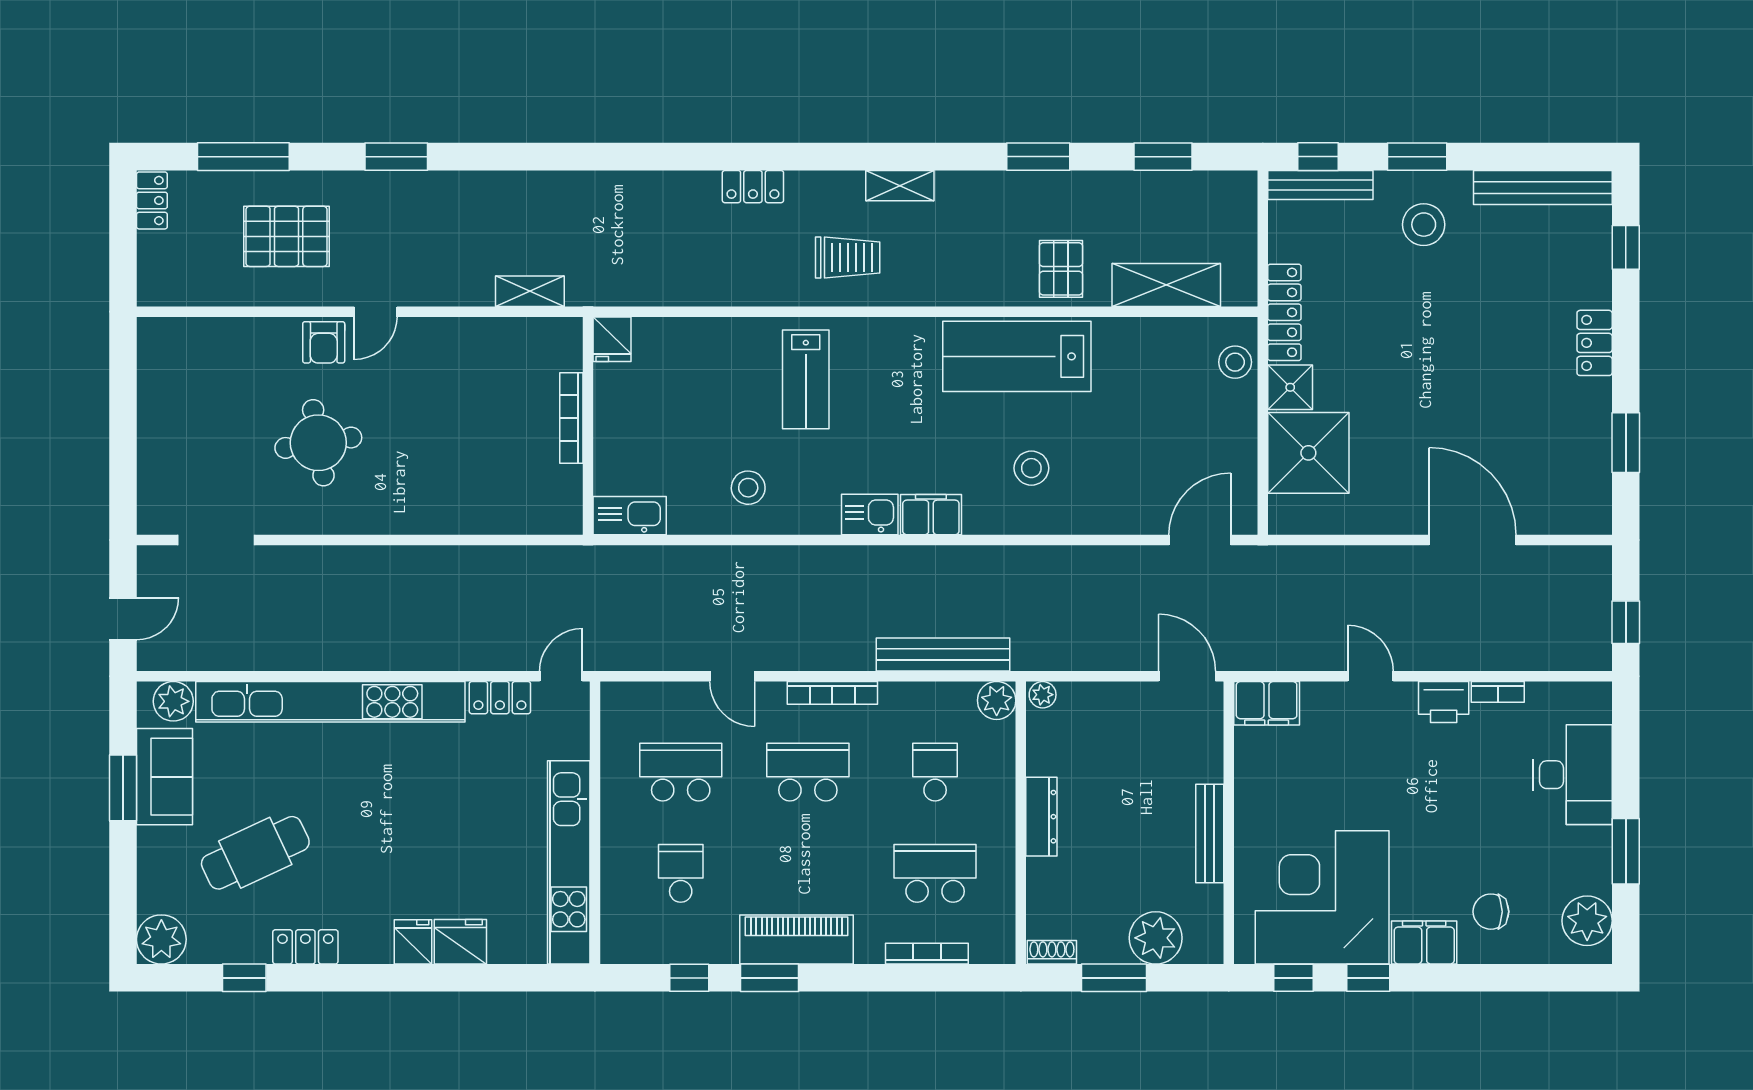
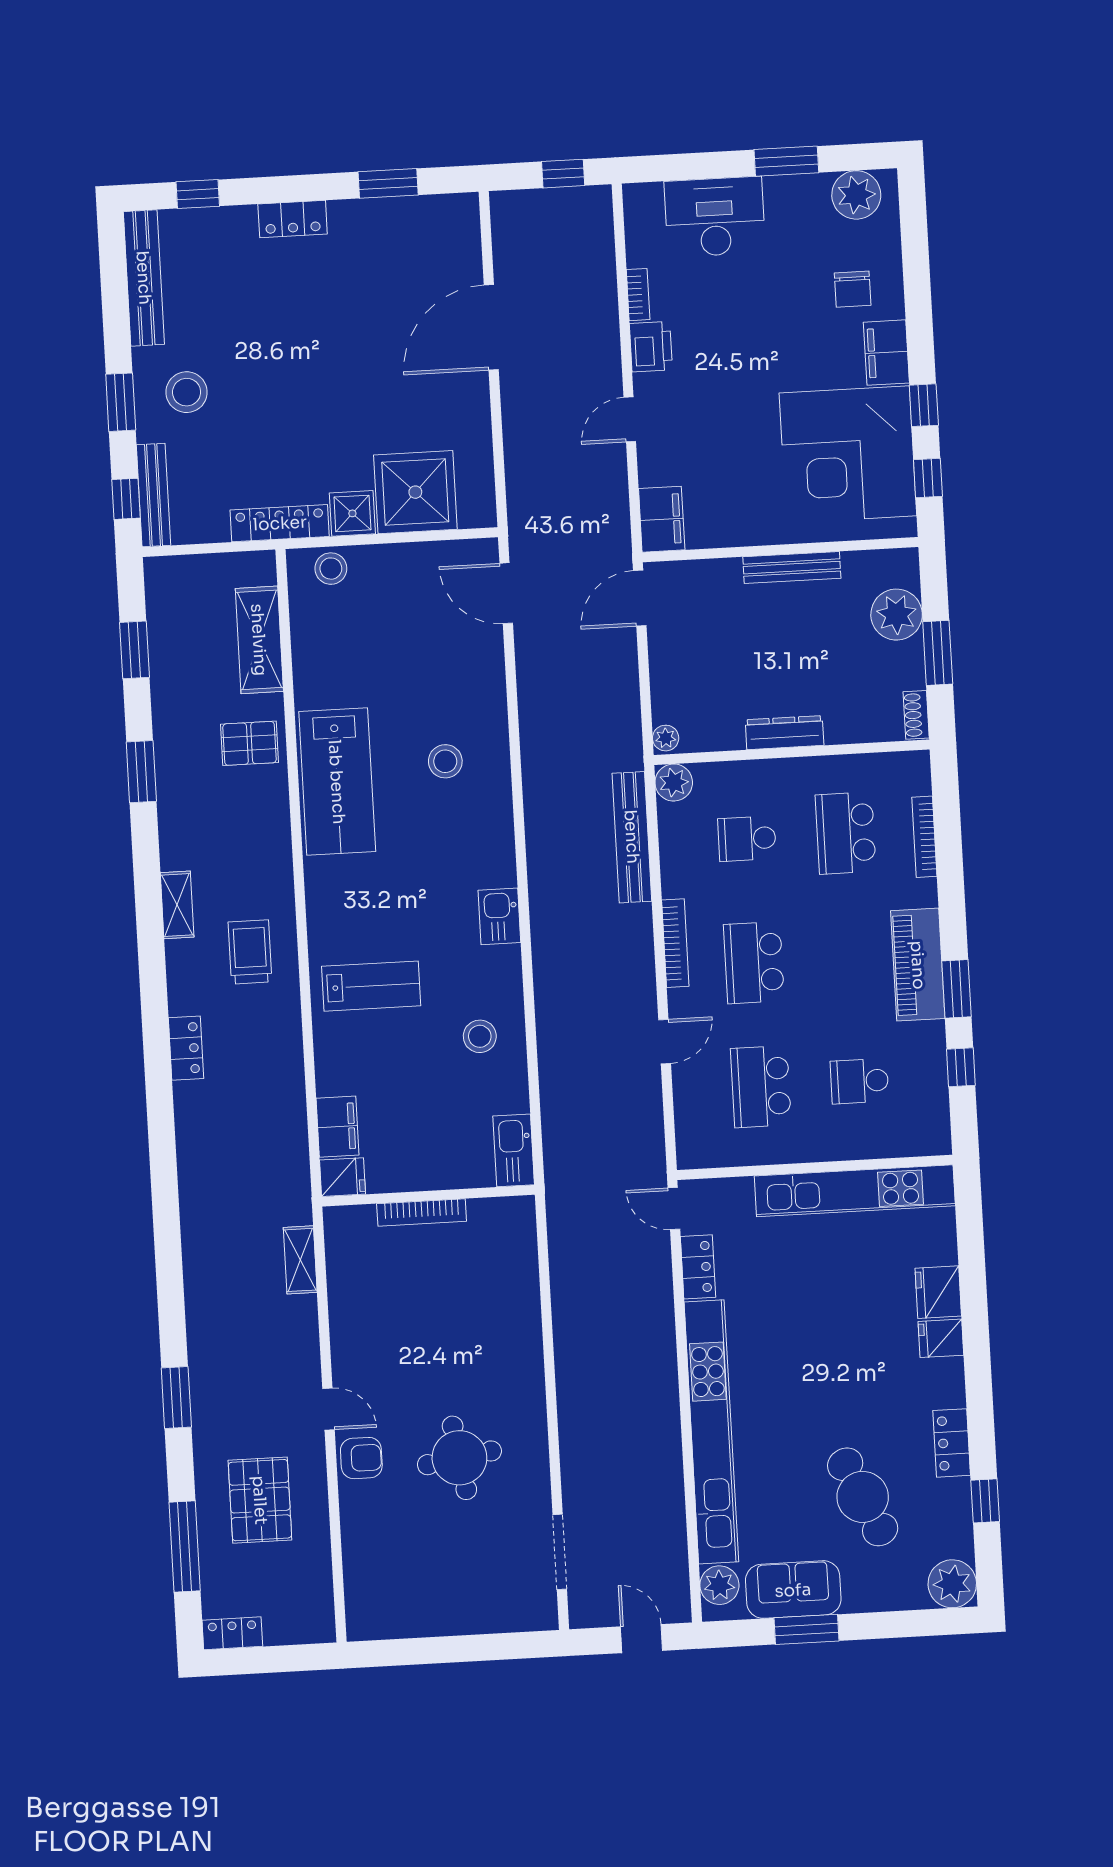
filing cabinet: (931, 515) -> (338, 1127), moved, turned 180

